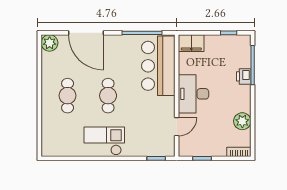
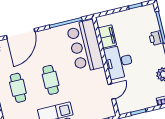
door: (86, 33) -> (21, 34), hinge flipped
filing cabinet: (191, 43) -> (107, 37), moved, turned -90

